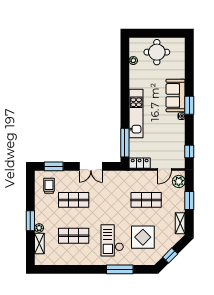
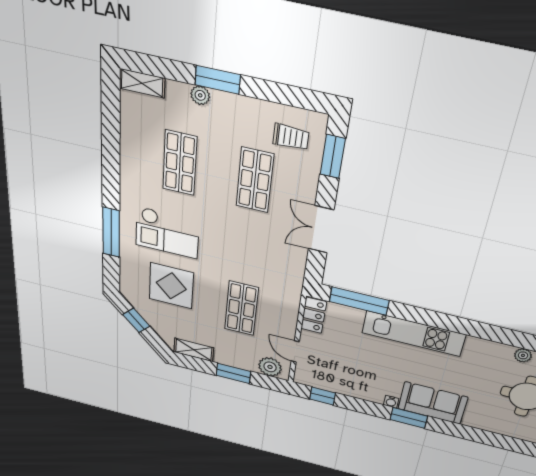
checkout: (112, 240) -> (167, 233), turned 180
shelving: (39, 244) -> (142, 83), moved

